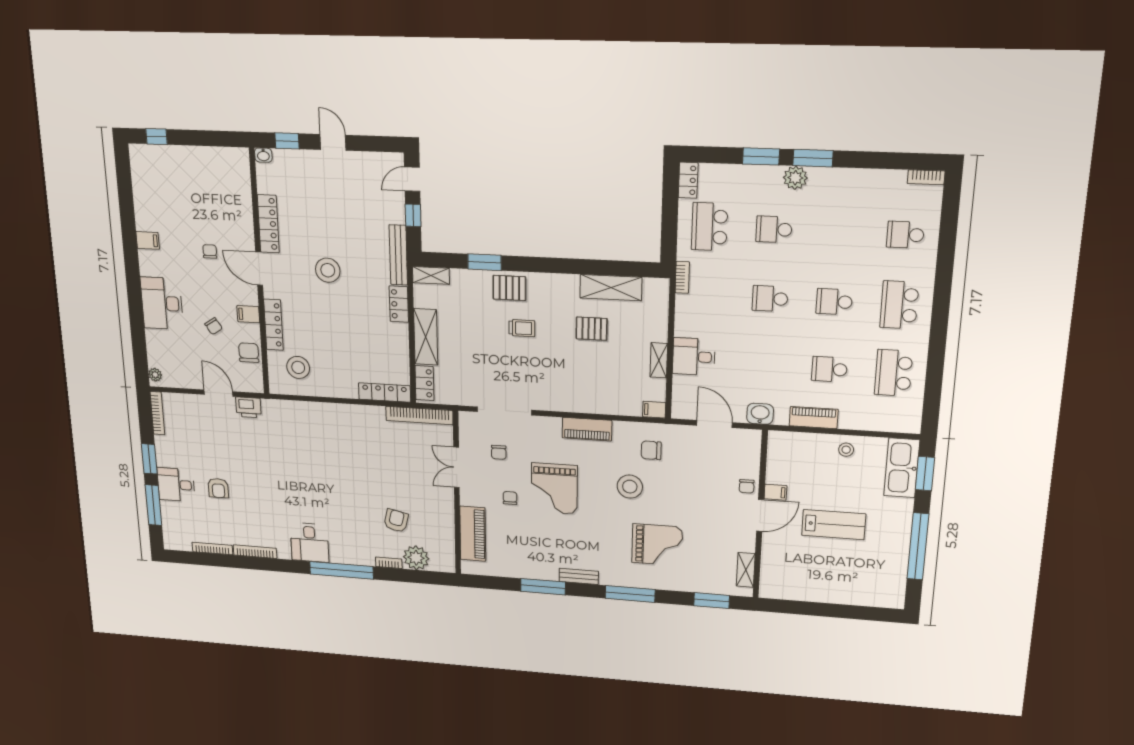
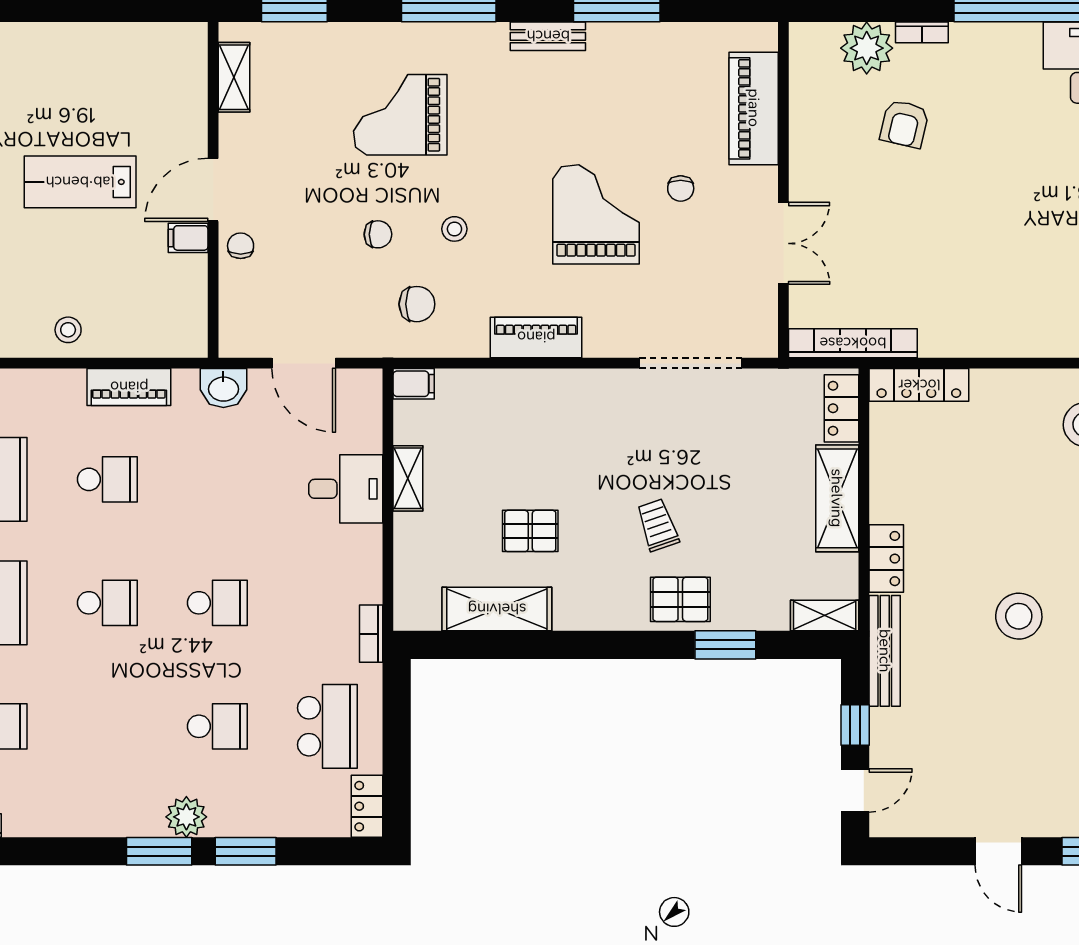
trolley: (522, 328) -> (658, 525), turned 71
chair: (499, 452) -> (378, 234), moved, turned 90
stool: (630, 487) -> (454, 229), width x0.53, depth x0.53

